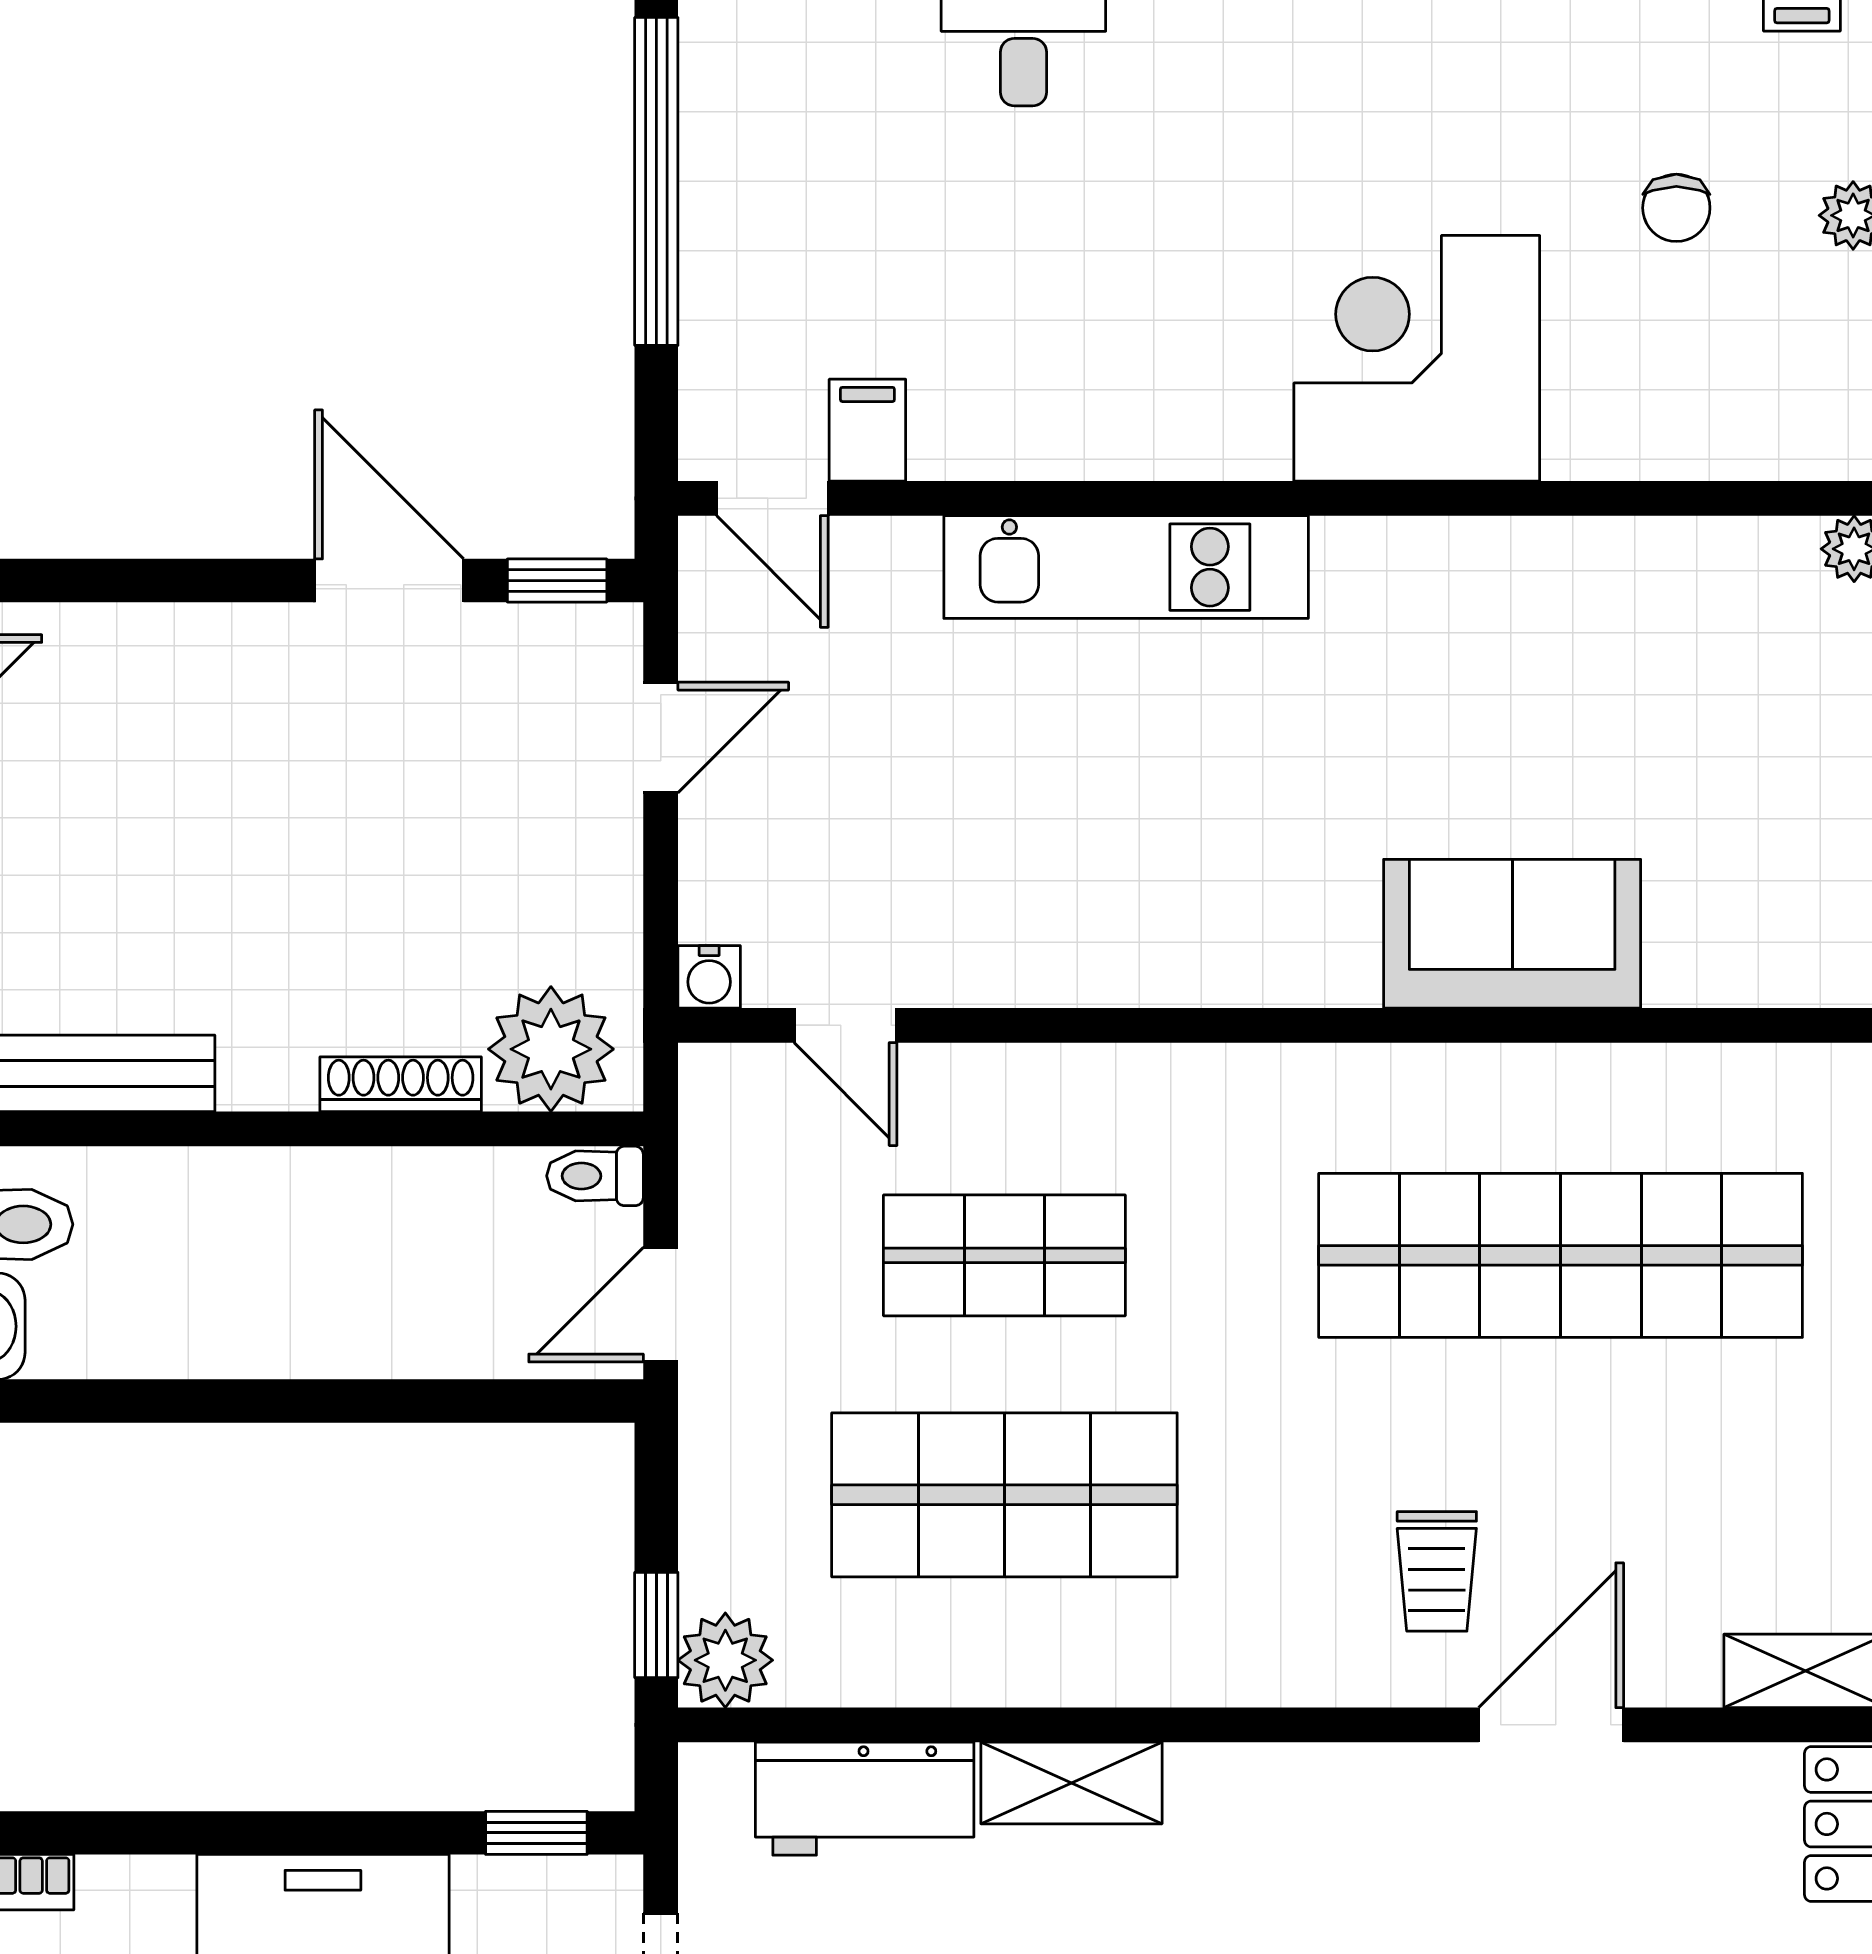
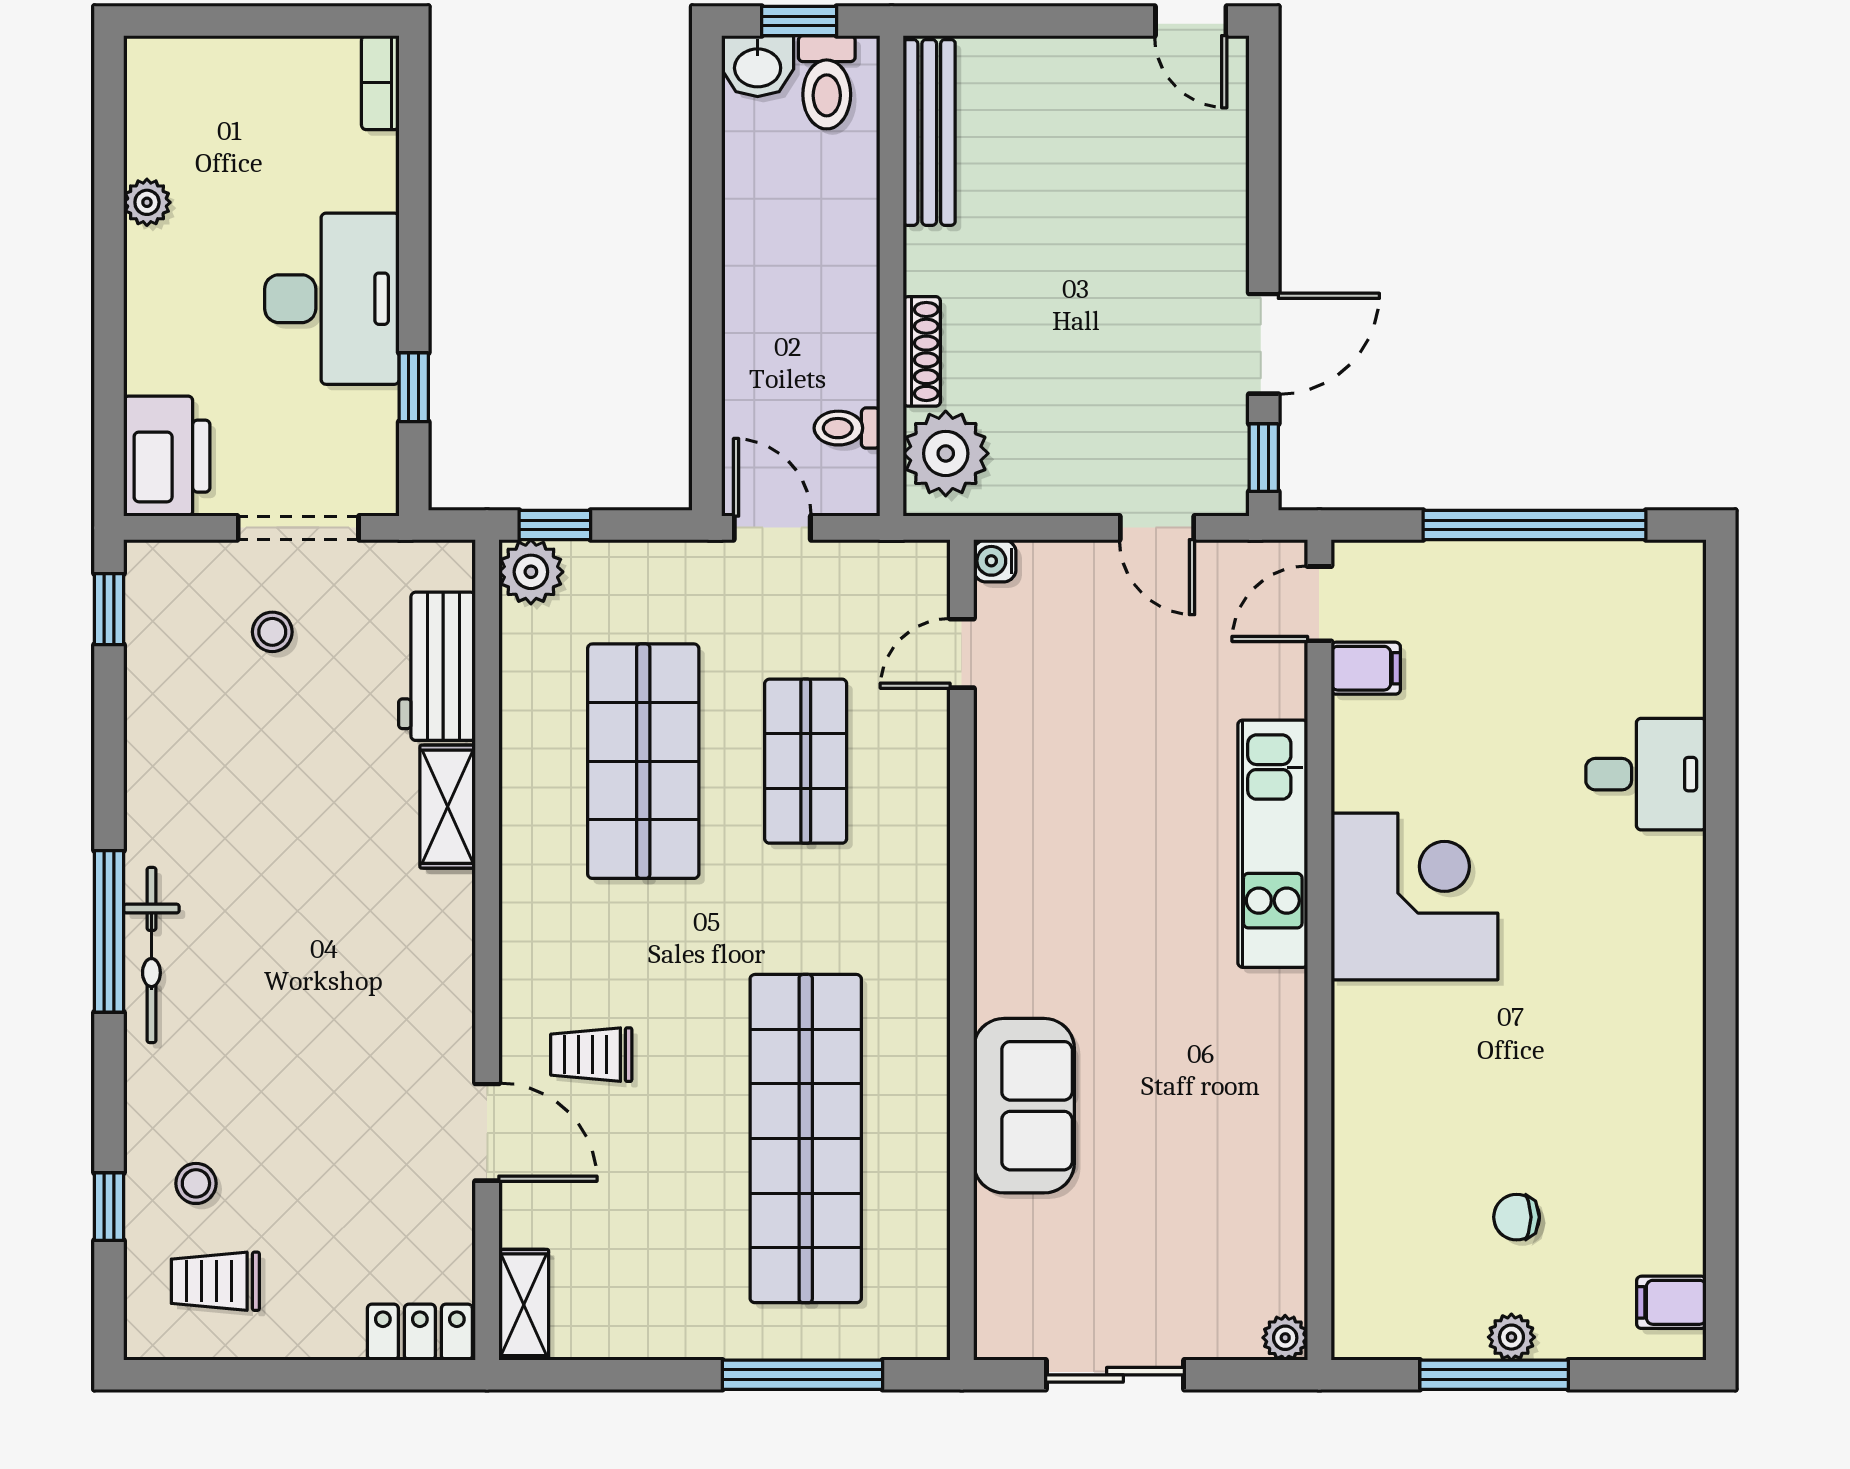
corner desk: (1417, 358) -> (1414, 896), moved
toilet: (595, 1176) -> (847, 428), moved, turned -90
window: (536, 1833) -> (414, 387), moved

